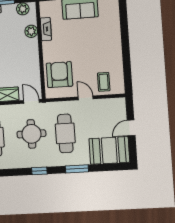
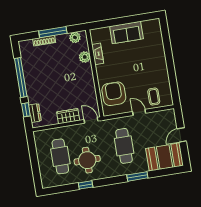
round table: (31, 134) -> (87, 160), moved
window: (39, 171) -> (86, 185), moved

